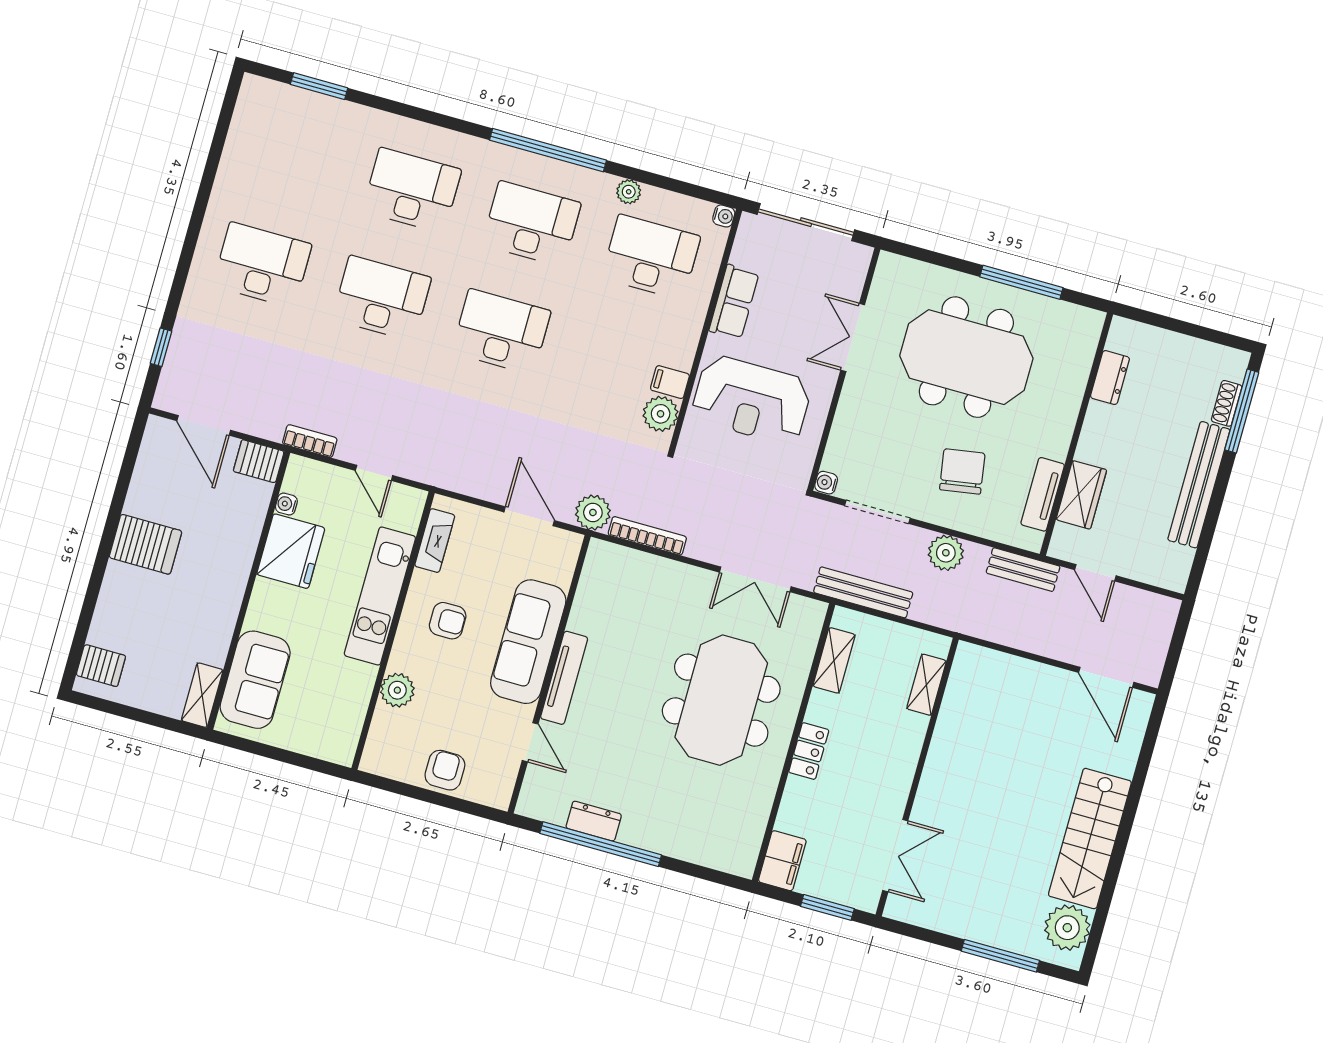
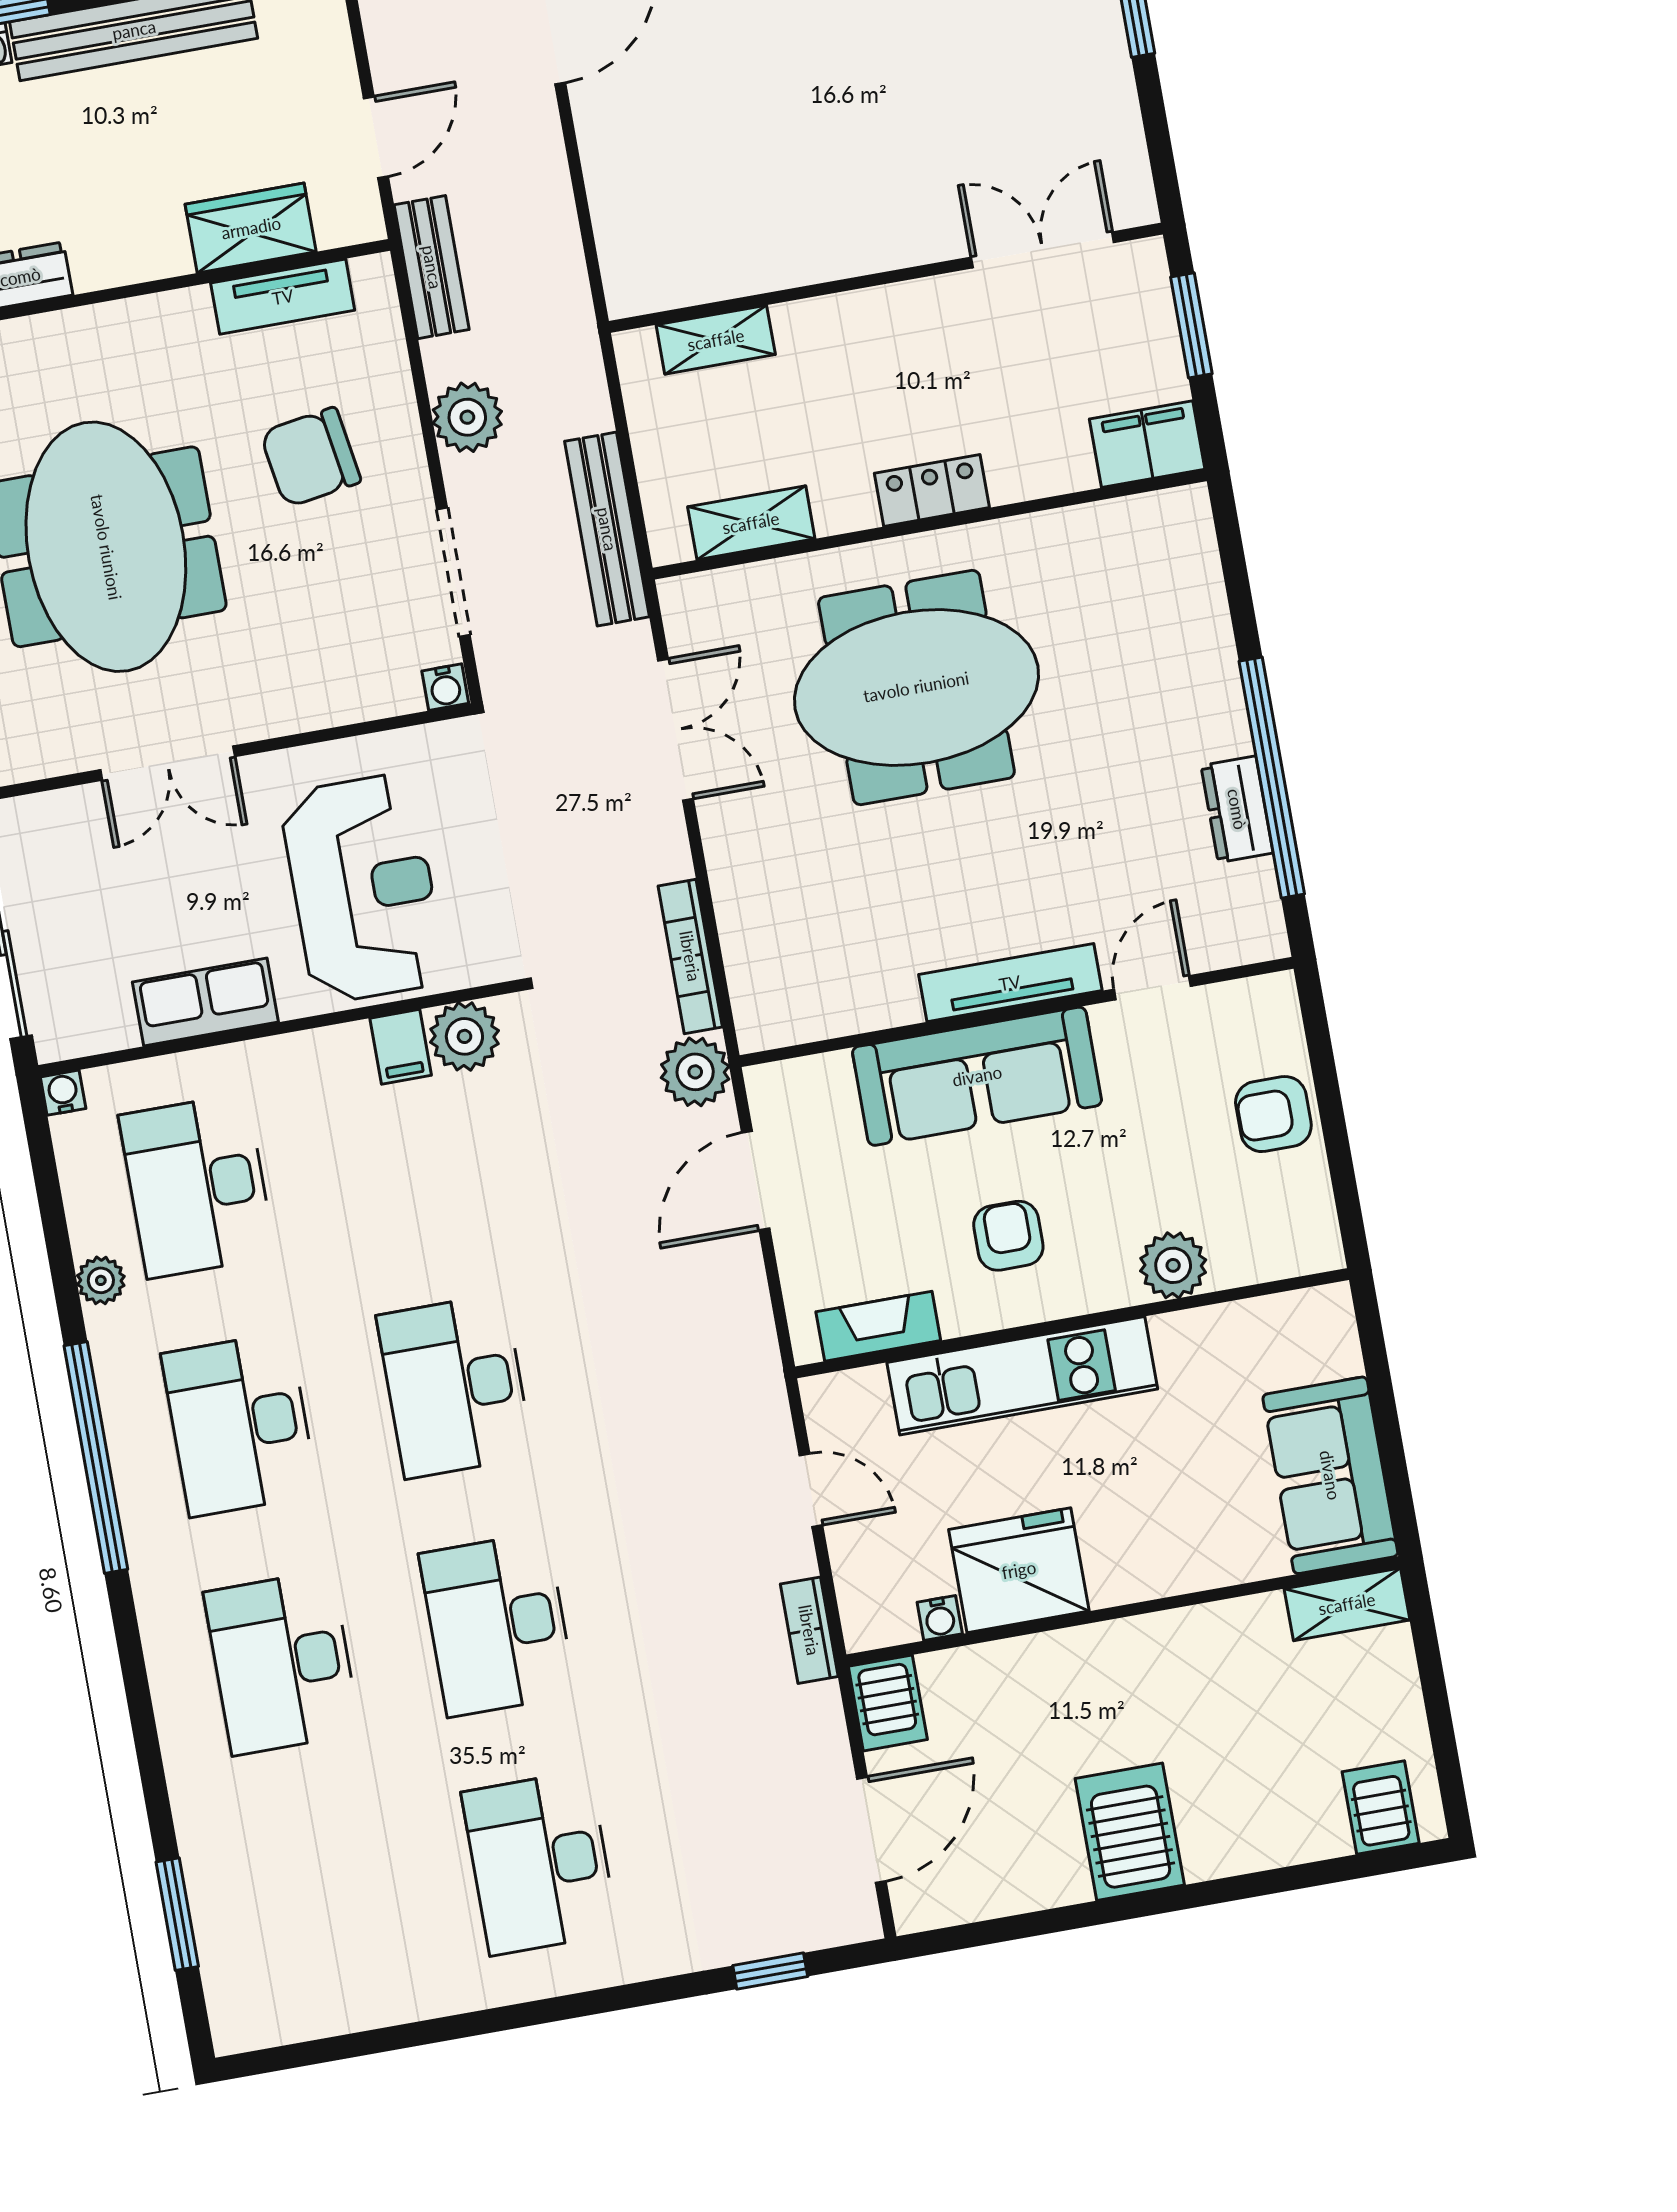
door: (374, 473) -> (811, 1490), hinge flipped
sofa: (255, 680) -> (1330, 1475), moved, turned -90

